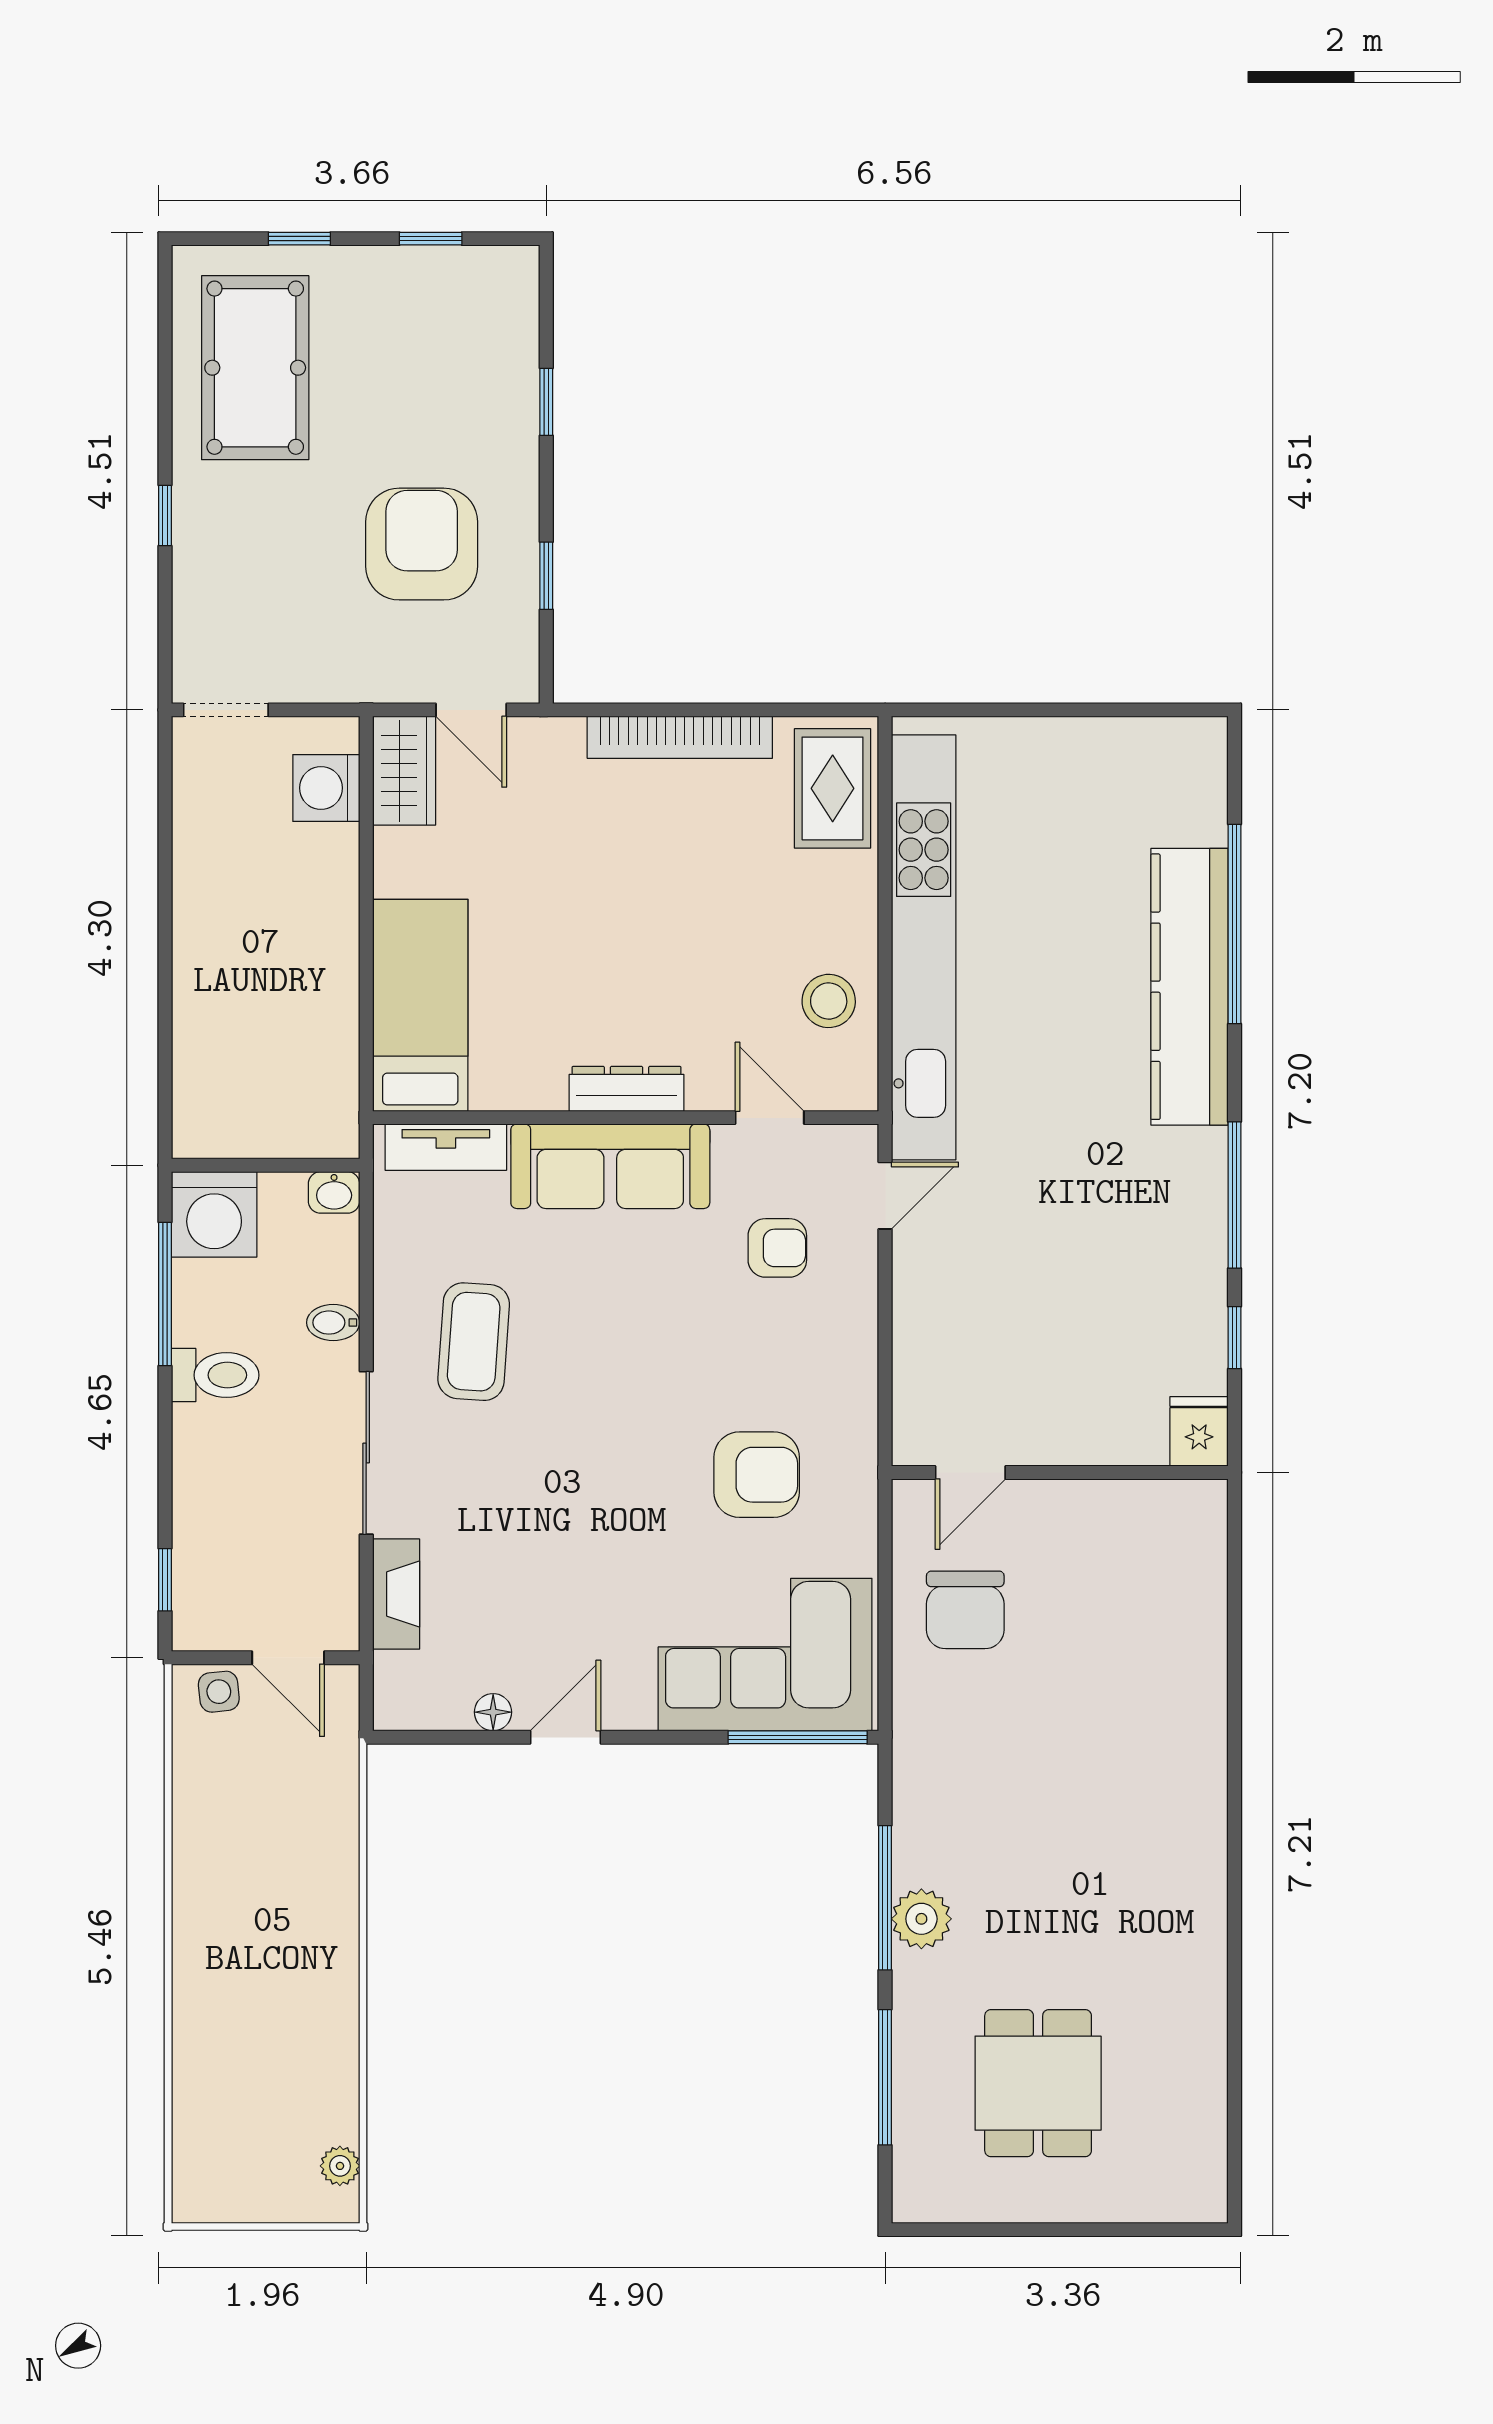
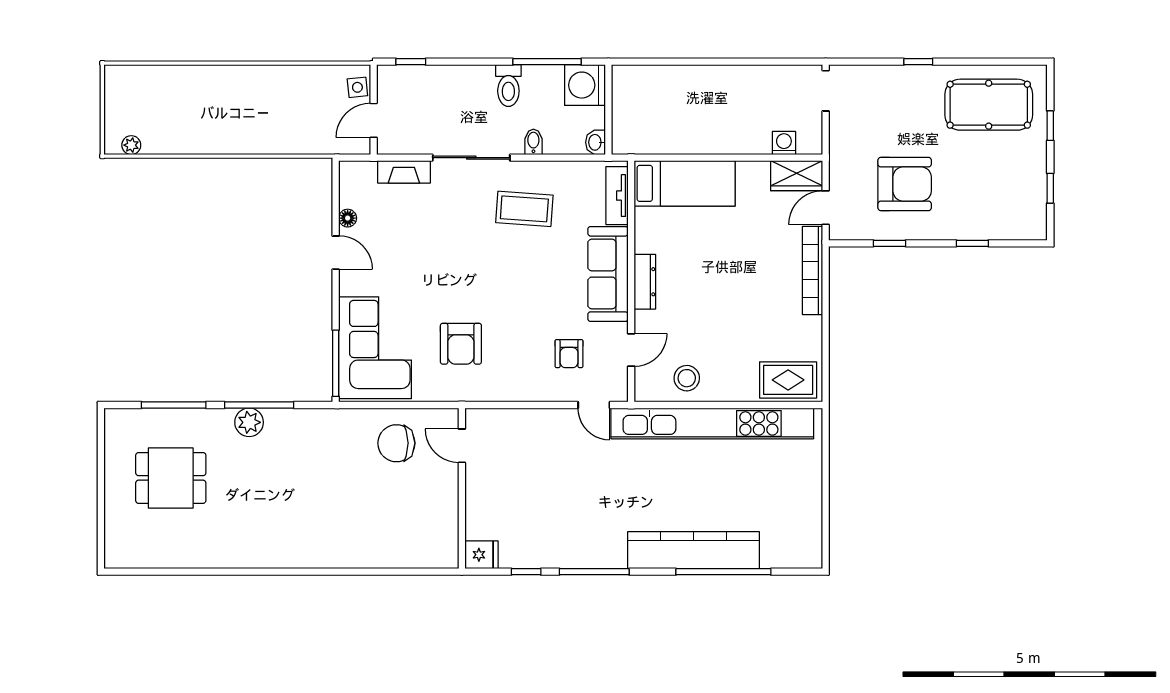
bookcase: (680, 737) -> (812, 271), moved
washing machine: (326, 788) -> (784, 143), width x0.73, depth x0.73

